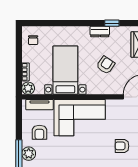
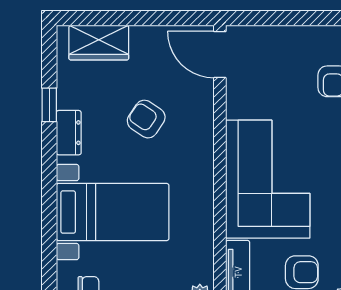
bed with nightstands: (65, 70) -> (113, 212), moved, turned 180

